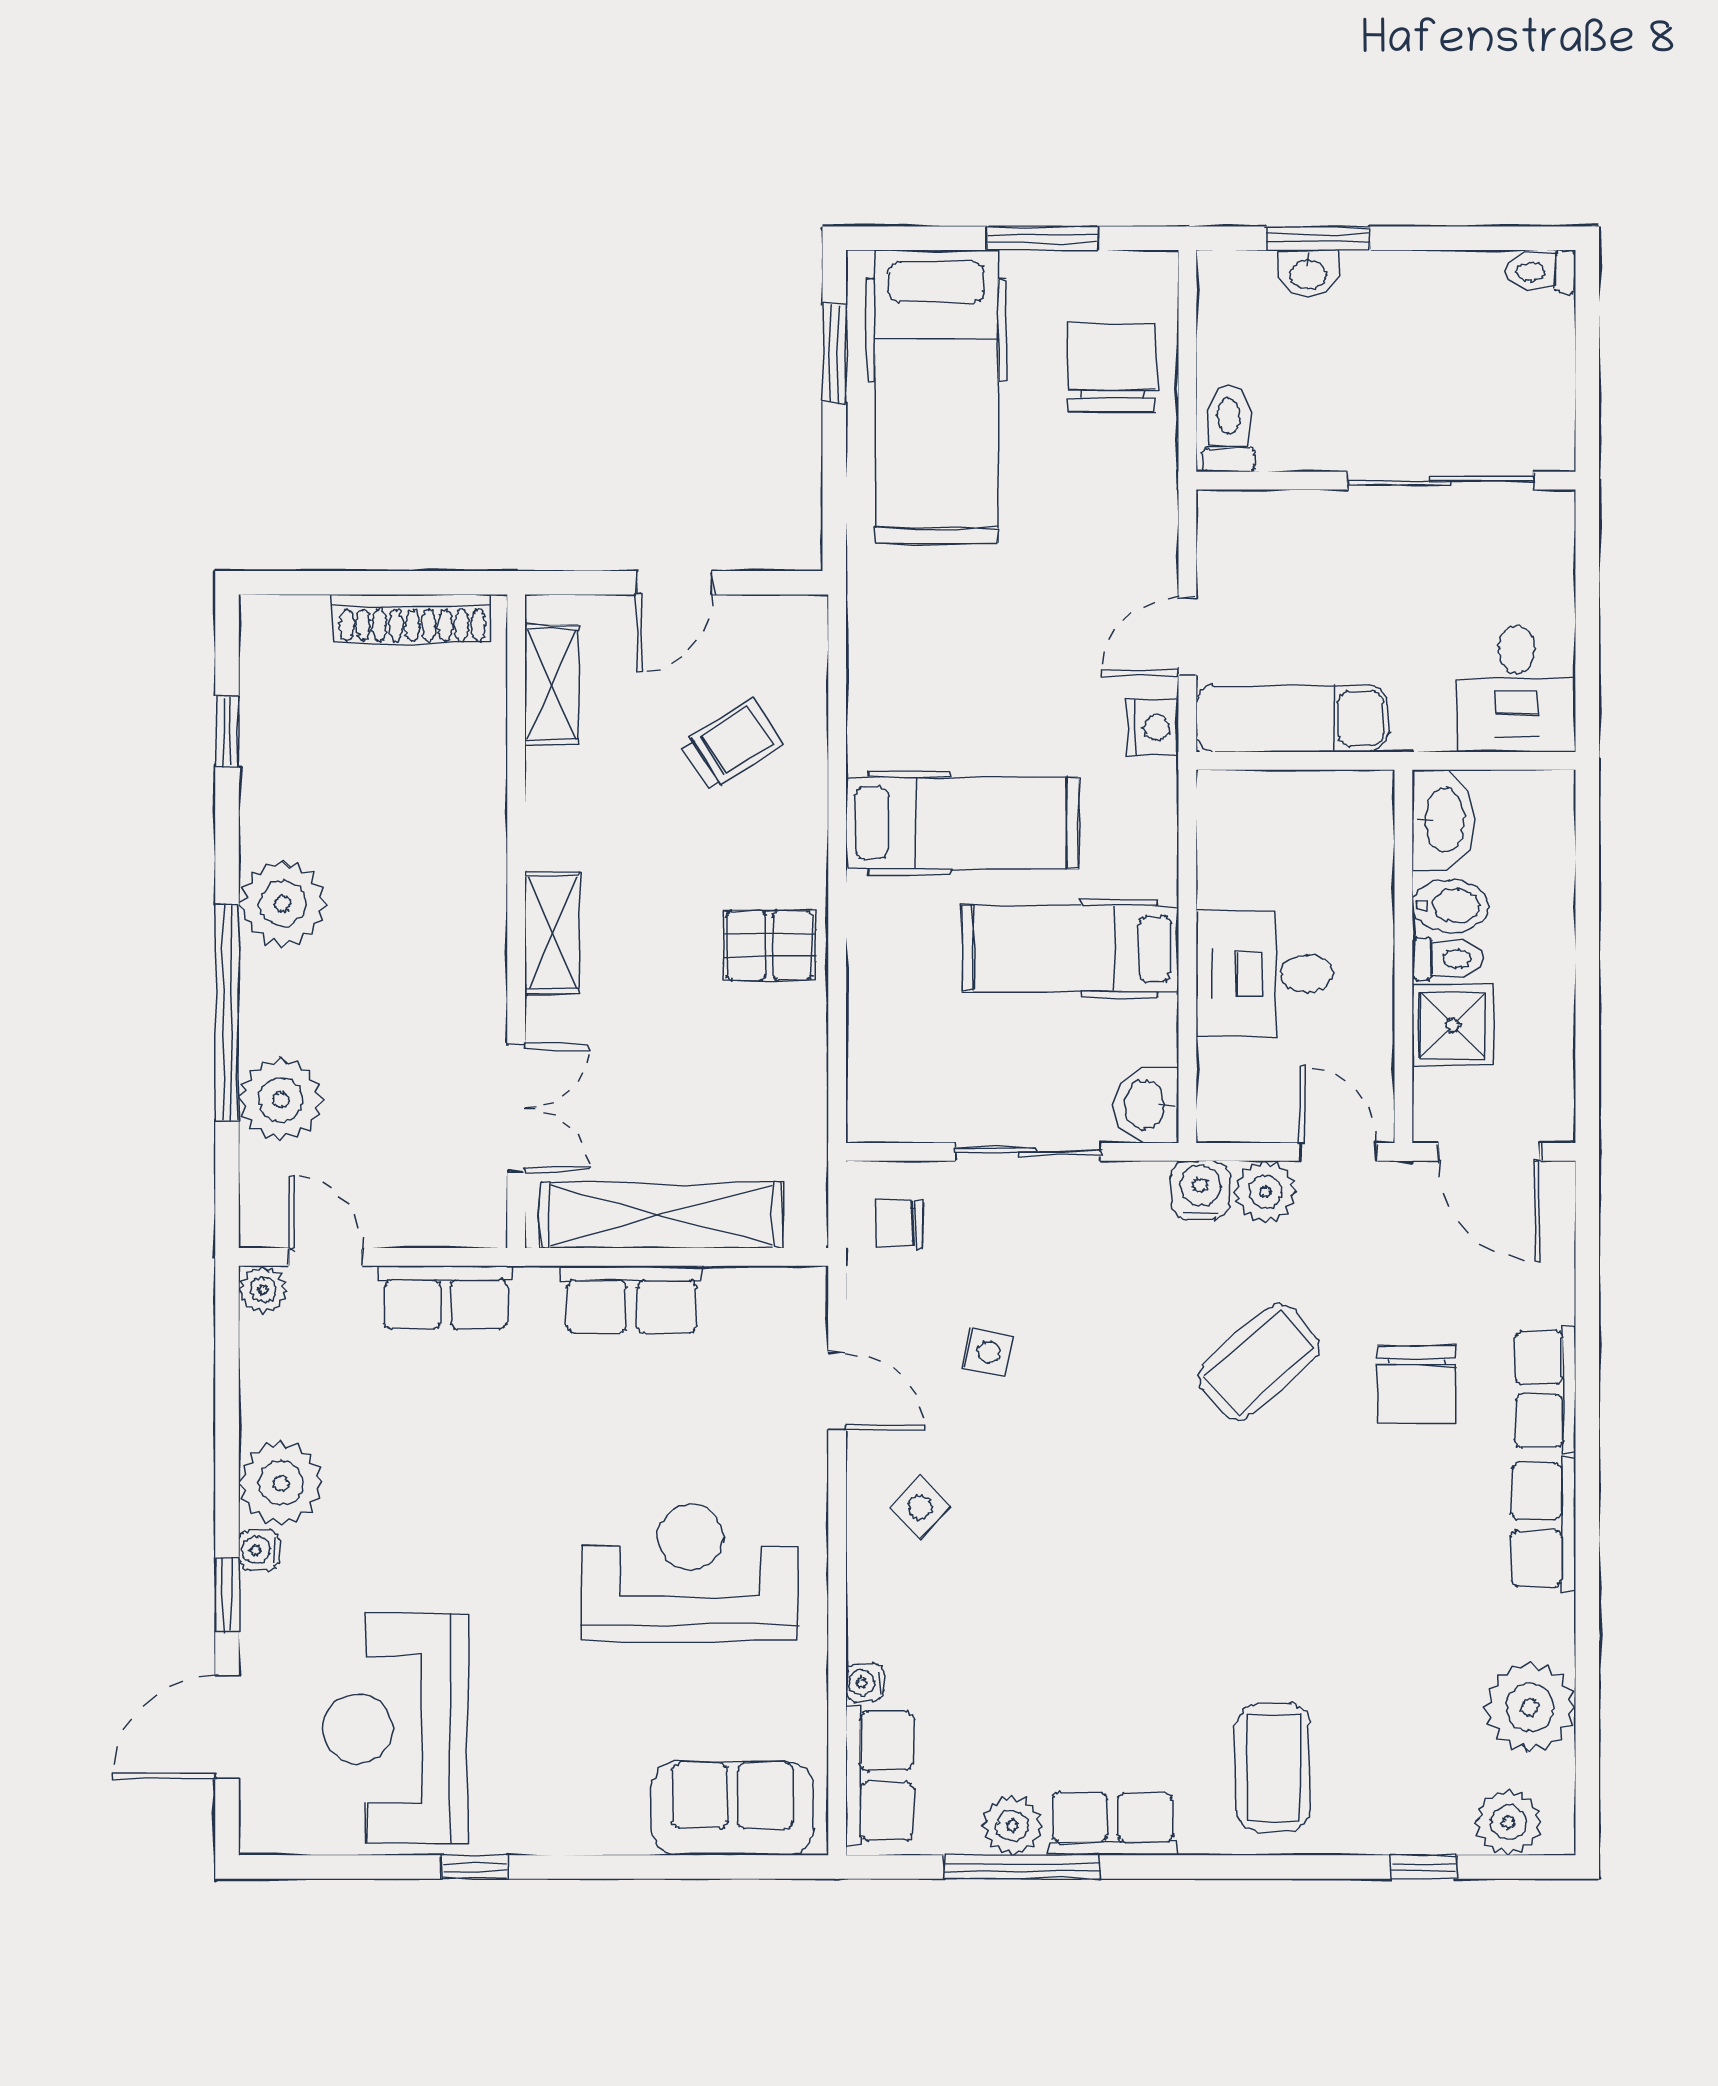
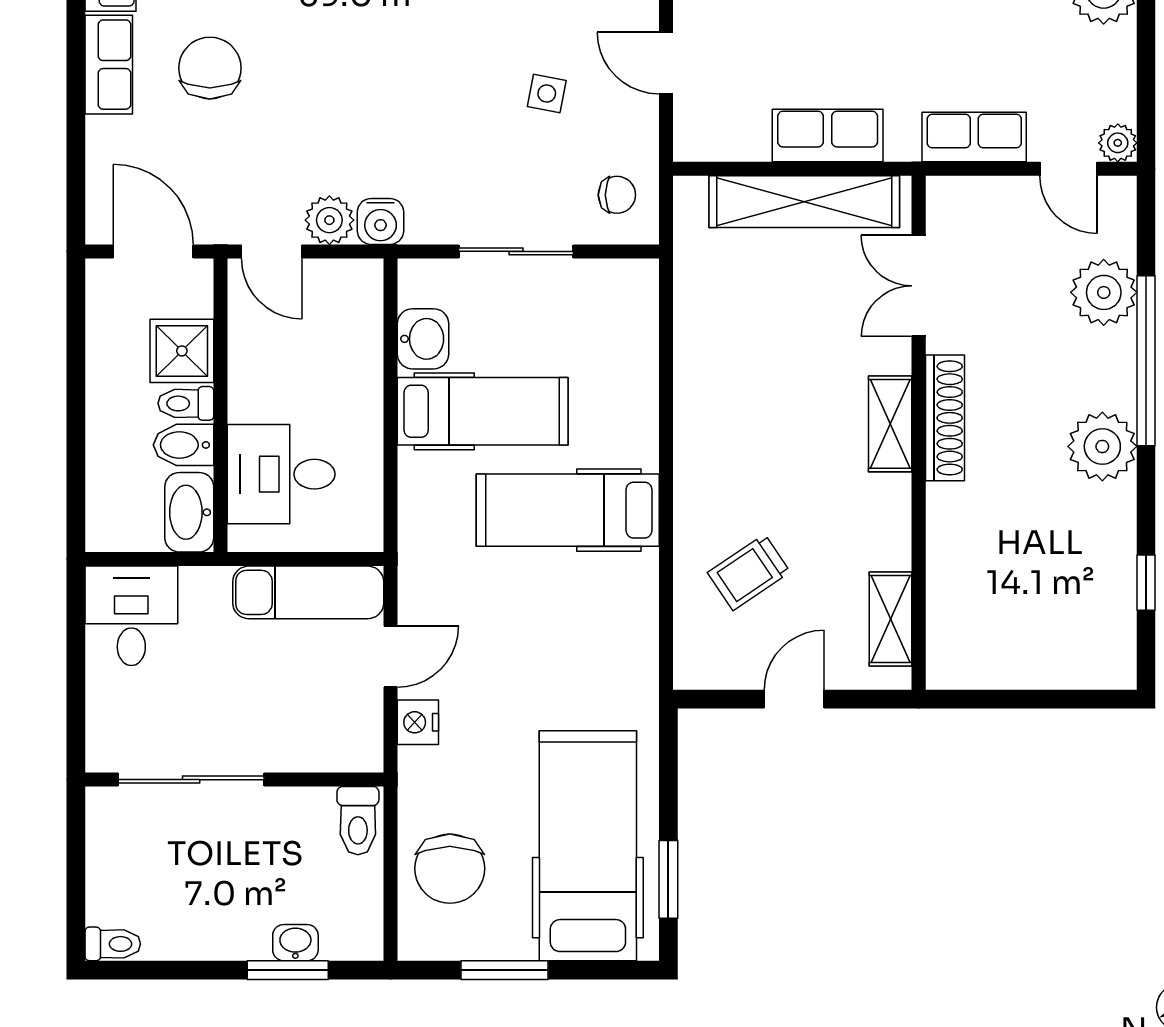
shoe rack: (412, 619) -> (945, 418), moved, turned 90
nightstand: (1153, 728) -> (418, 722), moved
pallet: (769, 945) -> (719, 414), removed
desk: (1264, 973) -> (281, 474), moved, turned 180
washbasin: (1146, 1105) -> (423, 339), moved
coffee table: (1259, 1362) -> (334, 86), removed

